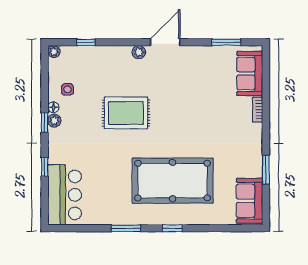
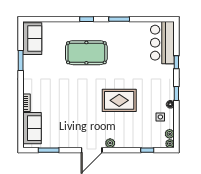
plant: (54, 121) -> (170, 134), moved
pool table: (173, 181) -> (86, 53), width x0.73, depth x0.76

